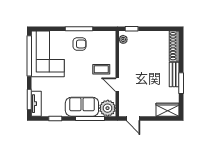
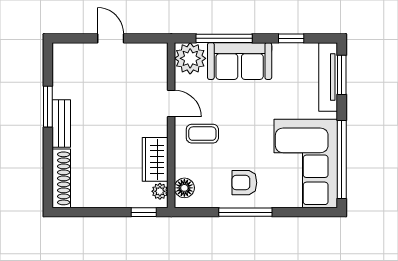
floor lamp: (111, 41) -> (184, 188), added
tv unit: (36, 104) -> (328, 77), width x1.41
wardrobe: (167, 110) -> (155, 159), moved, turned 90
door: (133, 118) -> (111, 38), moved

